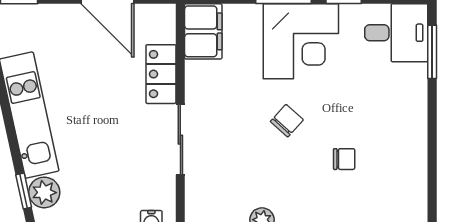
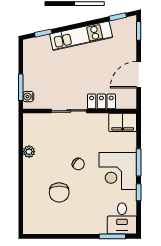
chair: (344, 159) -> (59, 192), width x1.87, depth x1.87
plant: (44, 192) -> (43, 43), removed

